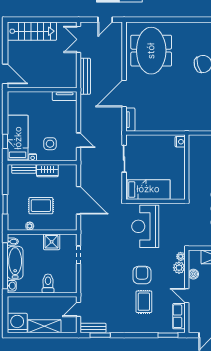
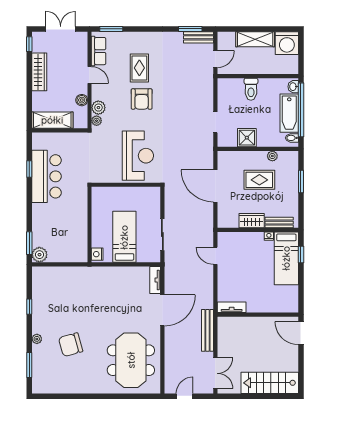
side table: (50, 144) -> (249, 252), removed
bed: (148, 189) -> (124, 237), moved, turned 90

